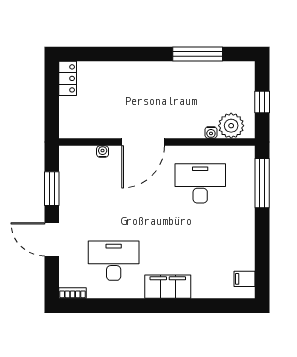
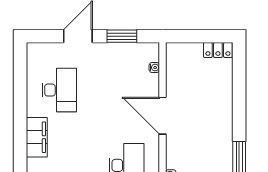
water cooler: (103, 152) -> (154, 68), moved
bookcase: (73, 293) -> (31, 54), removed

